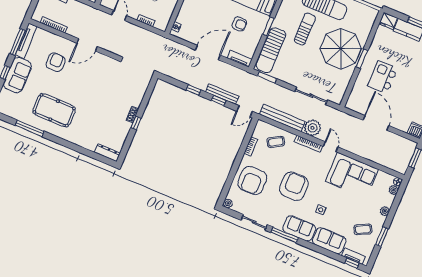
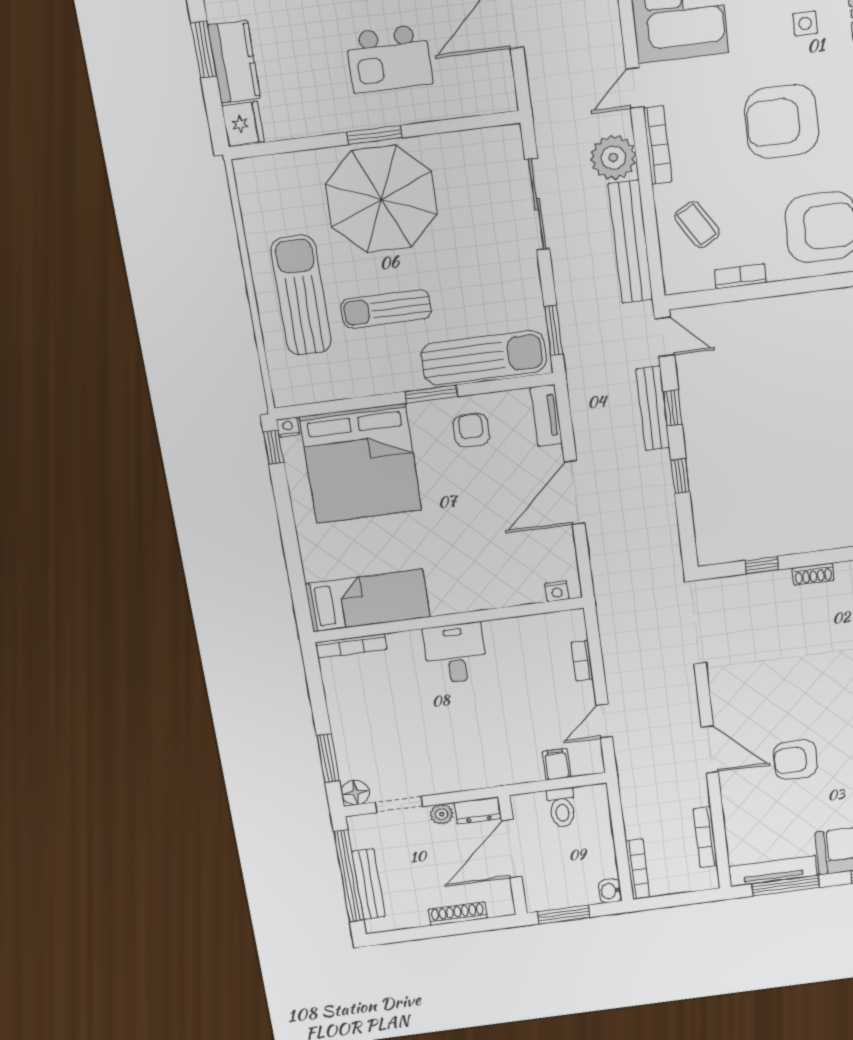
armchair: (239, 24) -> (471, 430), moved
door: (208, 53) -> (575, 493), hinge flipped
armchair: (56, 62) -> (795, 760), moved
window: (136, 123) -> (762, 565), moved

